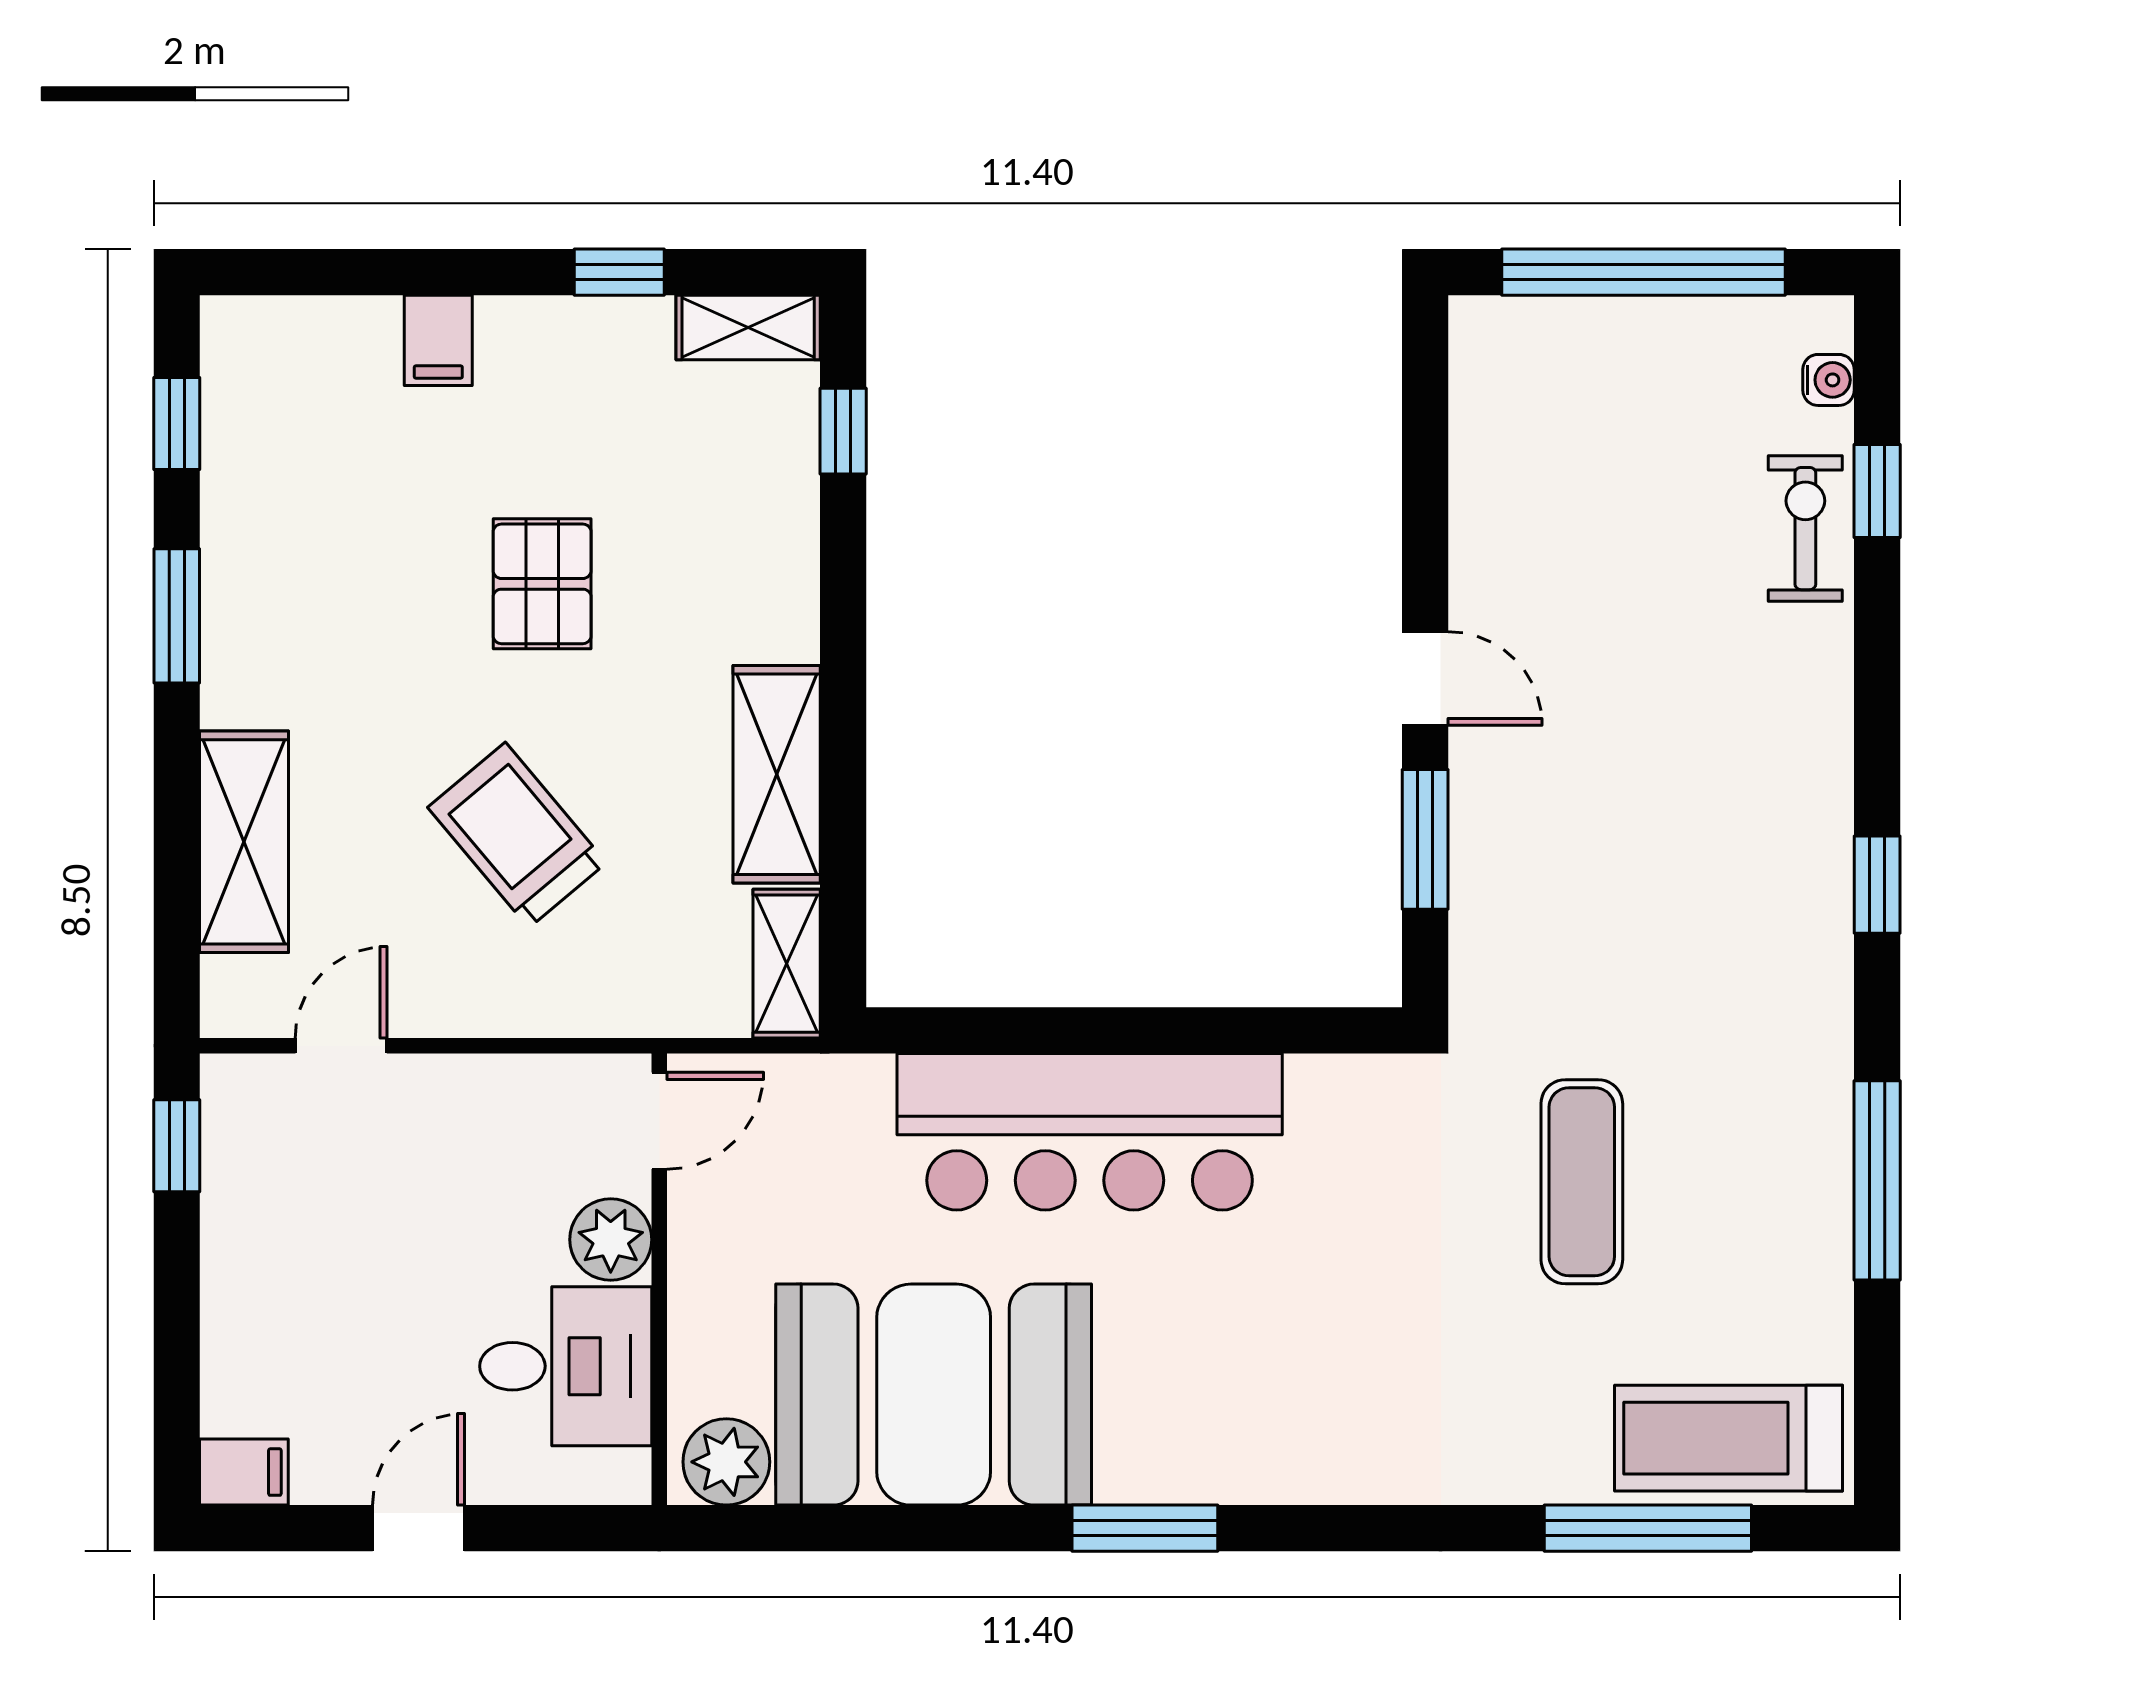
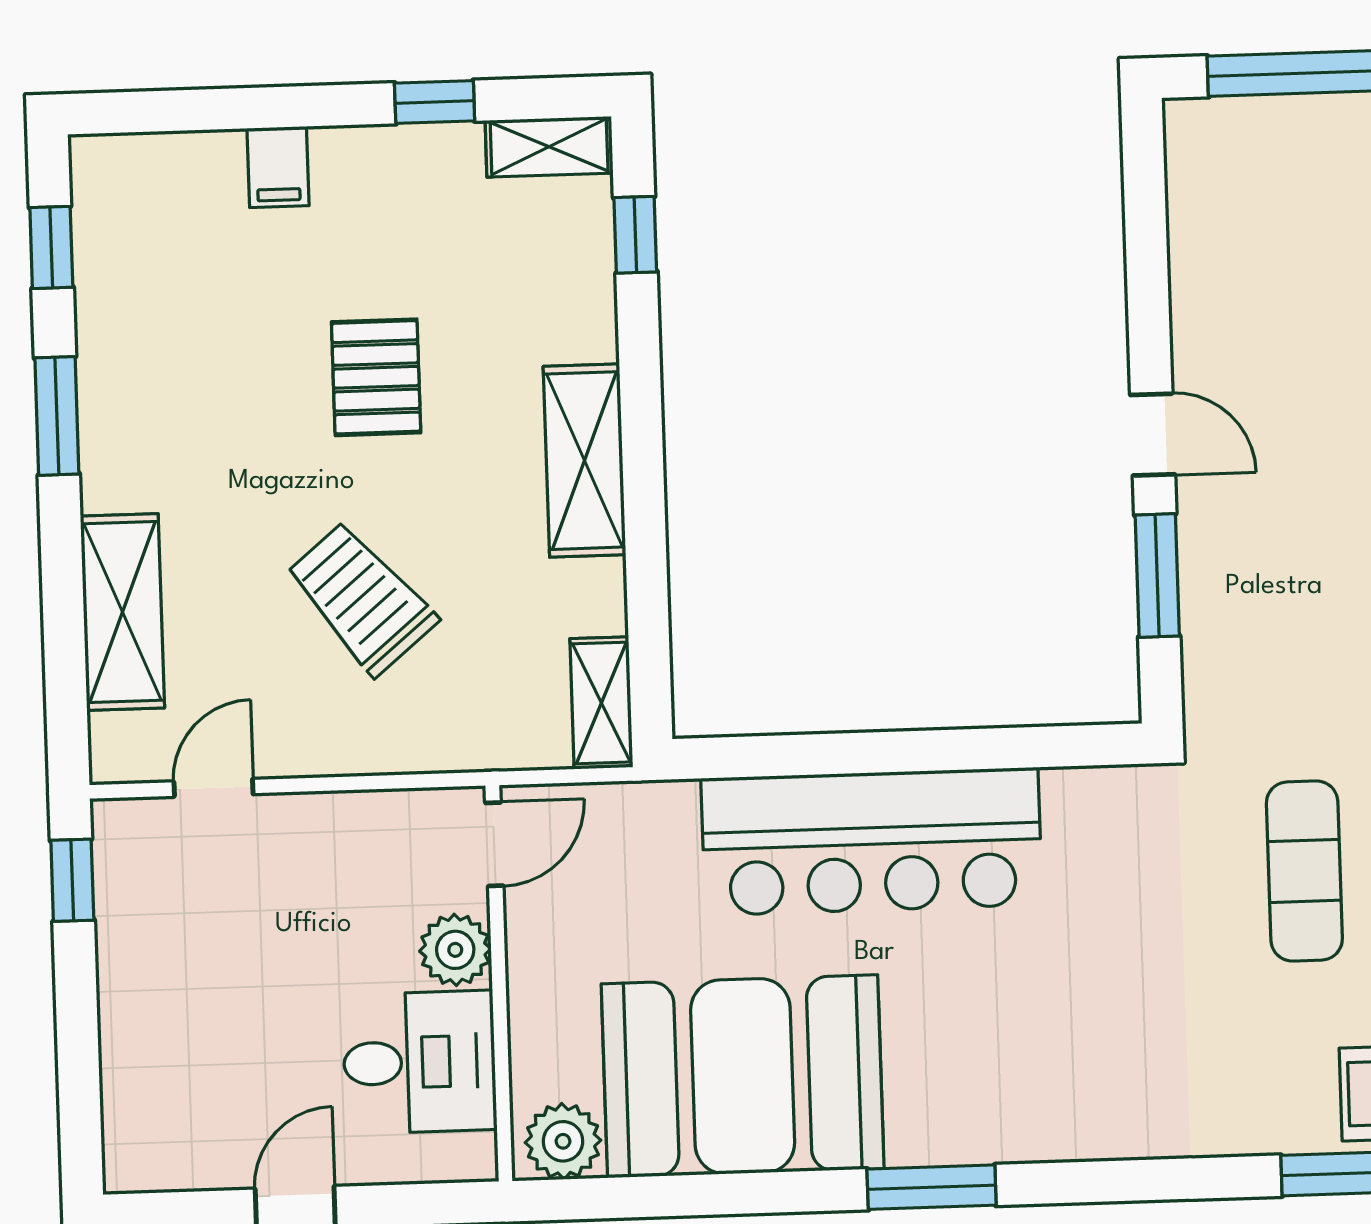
shelving: (777, 774) -> (584, 461), moved
filing cabinet: (244, 1472) -> (141, 1164), removed

